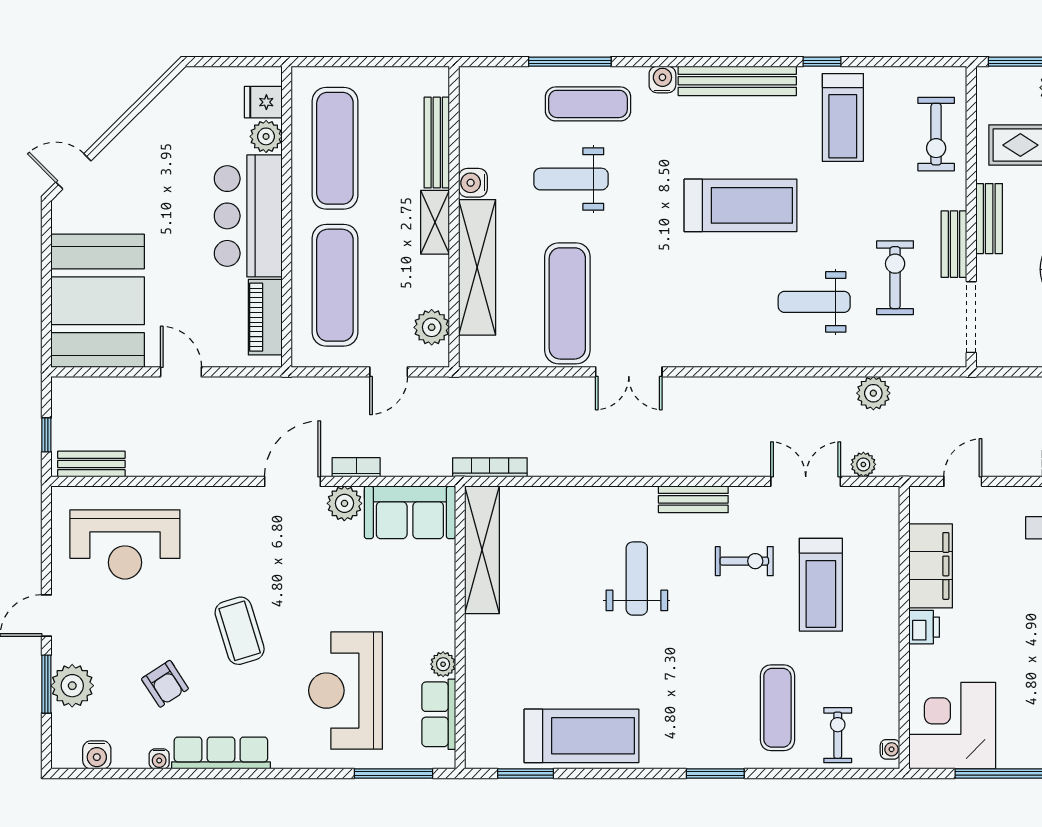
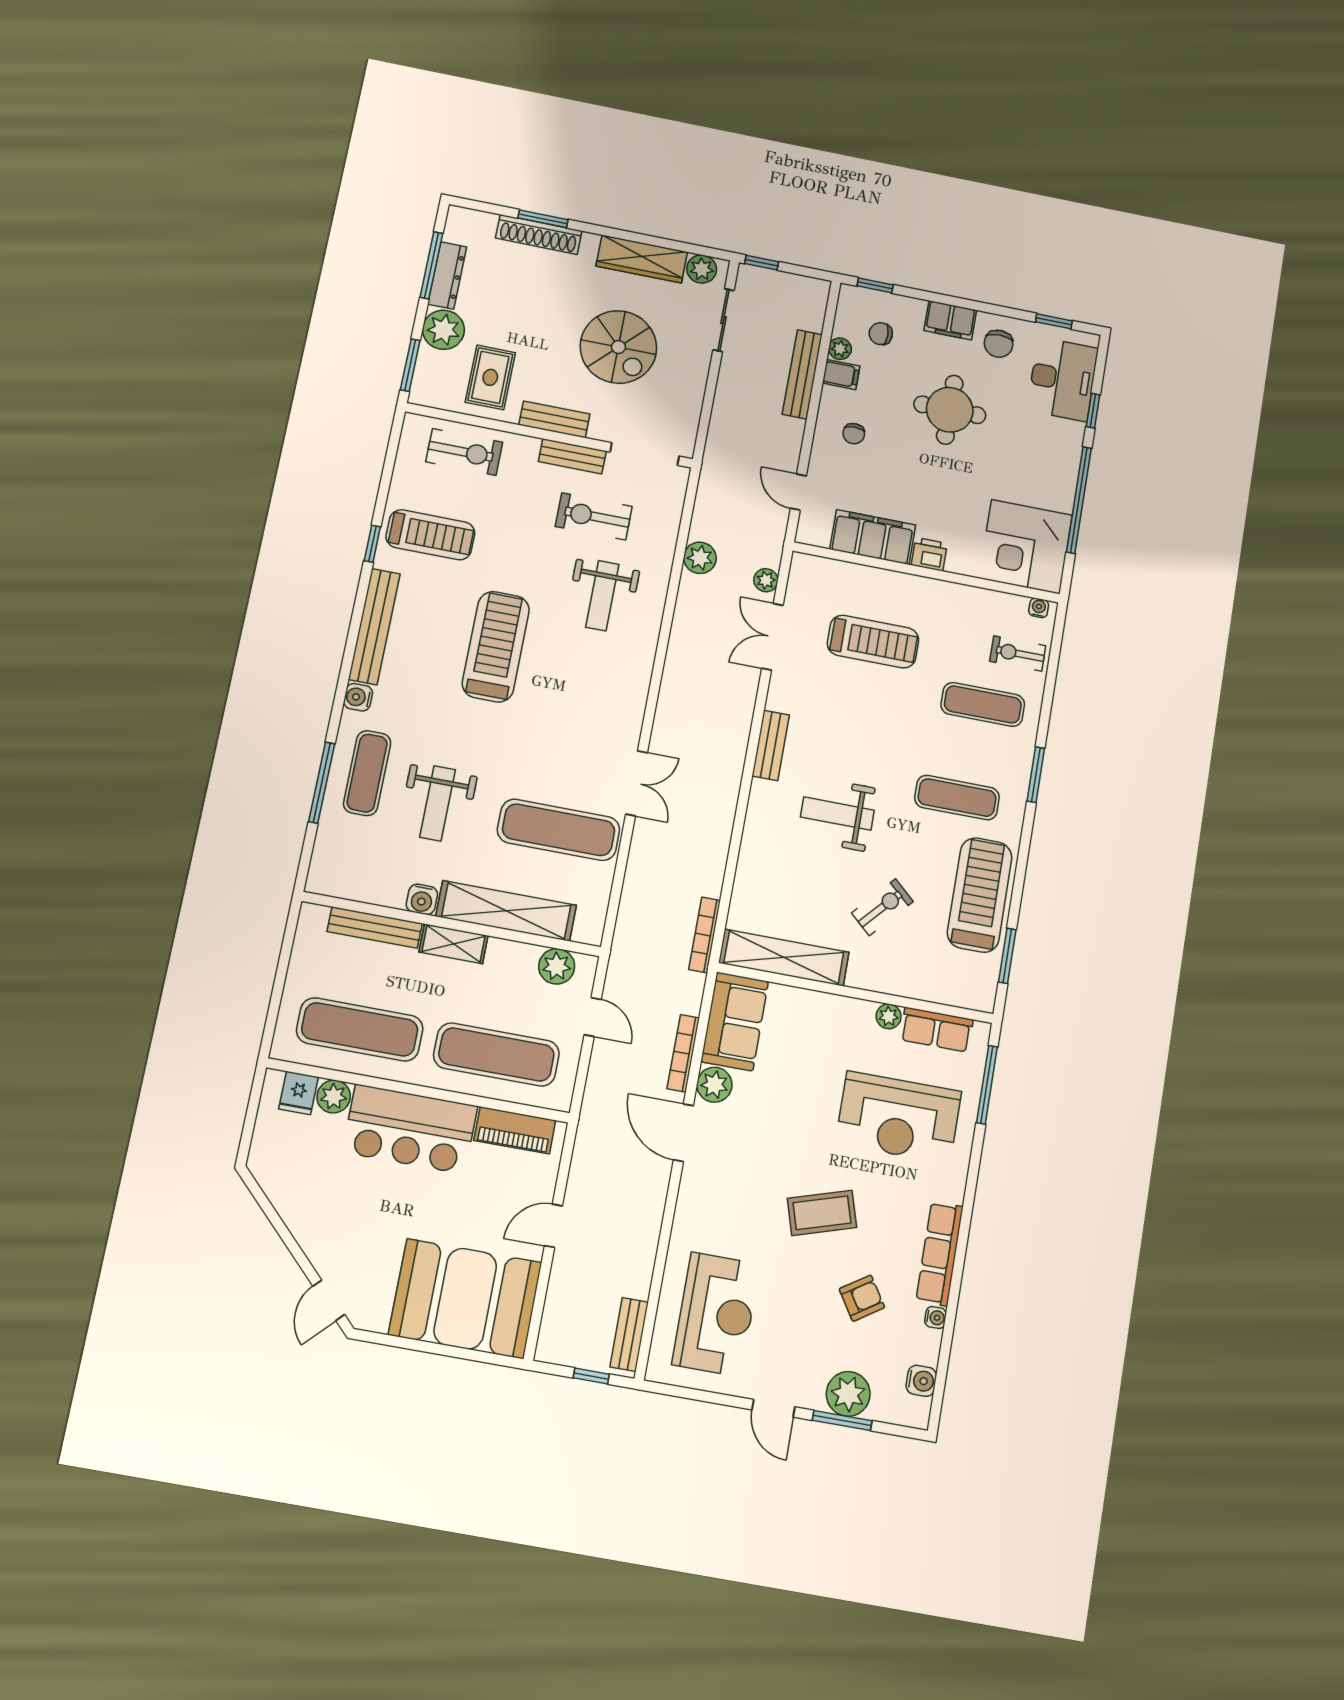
bookcase: (356, 467) -> (683, 1053), width x1.56
exercise bike: (744, 561) -> (882, 907), moved, turned 42
exercise mat: (676, 697) -> (957, 798), added

